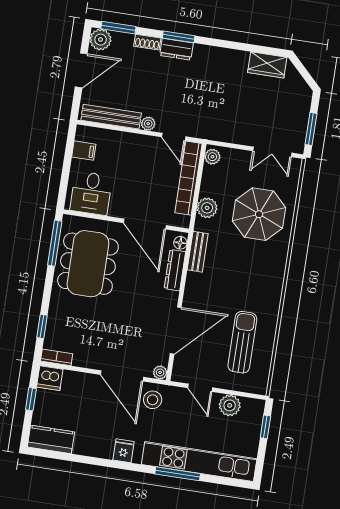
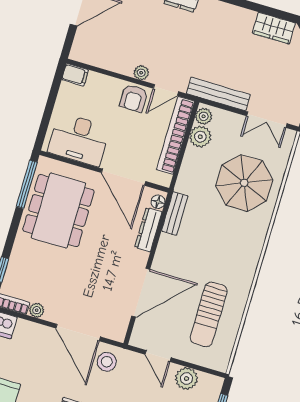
bench: (111, 117) -> (218, 94), moved
door: (174, 137) -> (166, 90), hinge flipped
armchair: (144, 148) -> (134, 98), added
filing cabinet: (84, 151) -> (75, 75), moved
desk: (91, 193) -> (79, 139), width x1.37
plant: (207, 208) -> (200, 137), moved
sun lounger: (242, 342) -> (209, 314), turned 180
plant: (160, 372) -> (37, 310), moved

